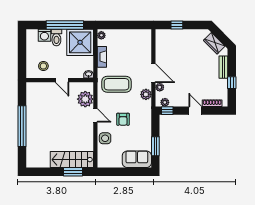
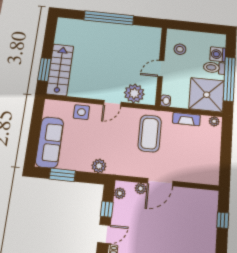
plant: (146, 94) -> (99, 166), moved
window: (167, 111) -> (107, 209), moved
armchair: (123, 119) -> (103, 137), removed
sofa: (137, 159) -> (50, 142), width x1.36

